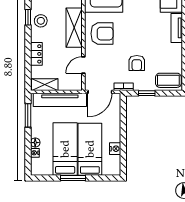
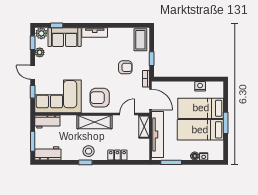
armchair: (102, 34) -> (100, 98), turned -90
door: (83, 65) -> (127, 114), swing flipped
shelving: (45, 85) -> (144, 127), moved

